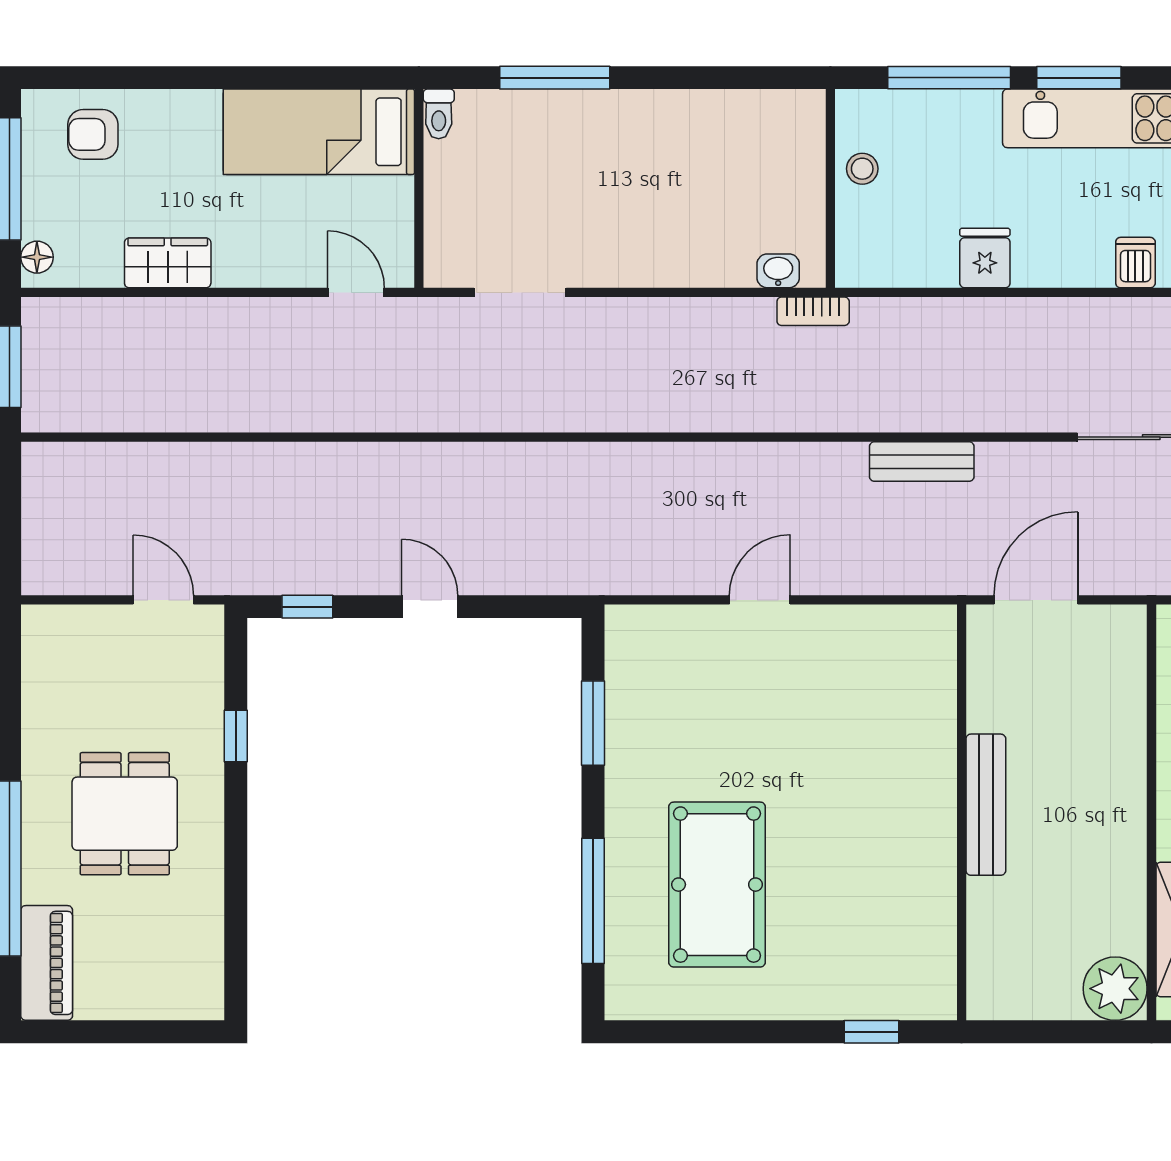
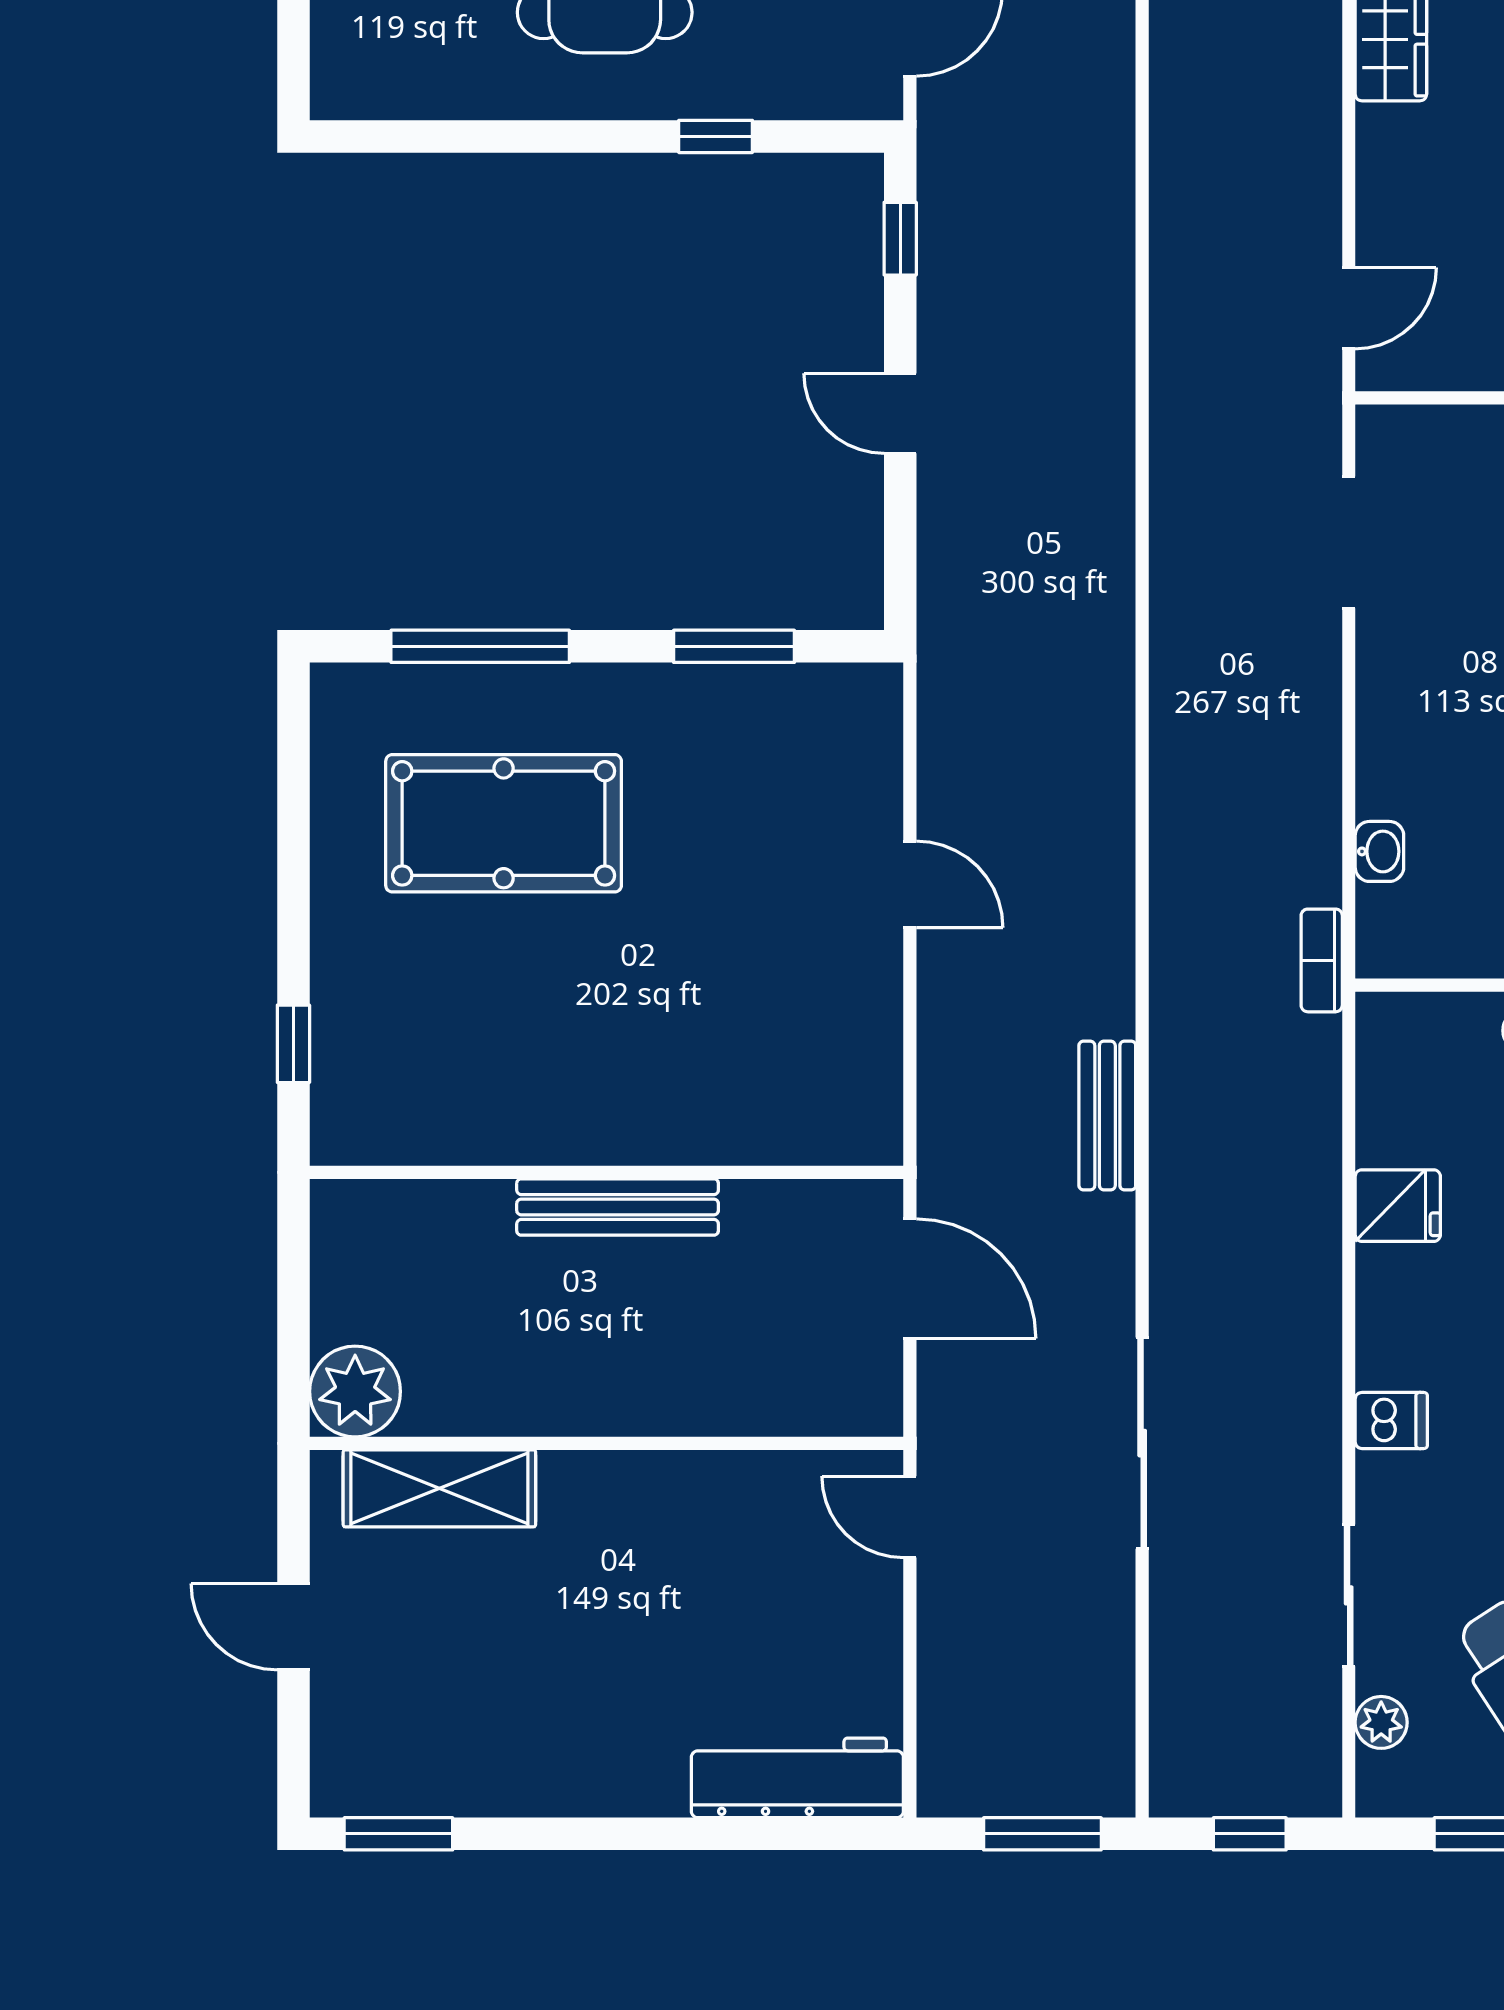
washbasin: (778, 271) -> (1379, 851), moved
door: (430, 607) -> (900, 413), swing flipped

